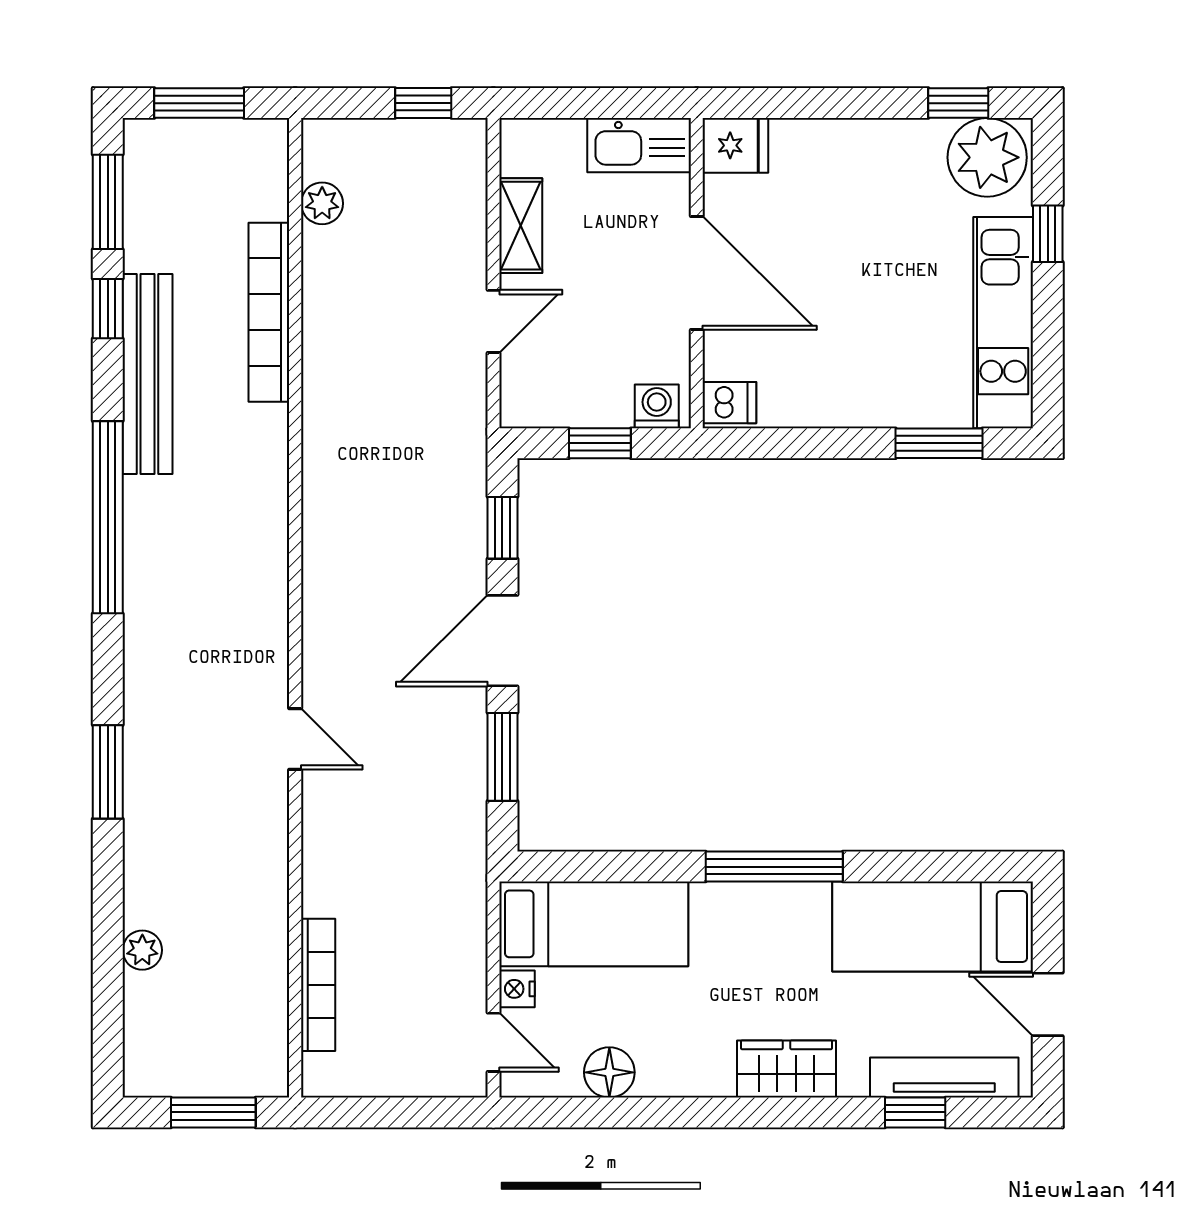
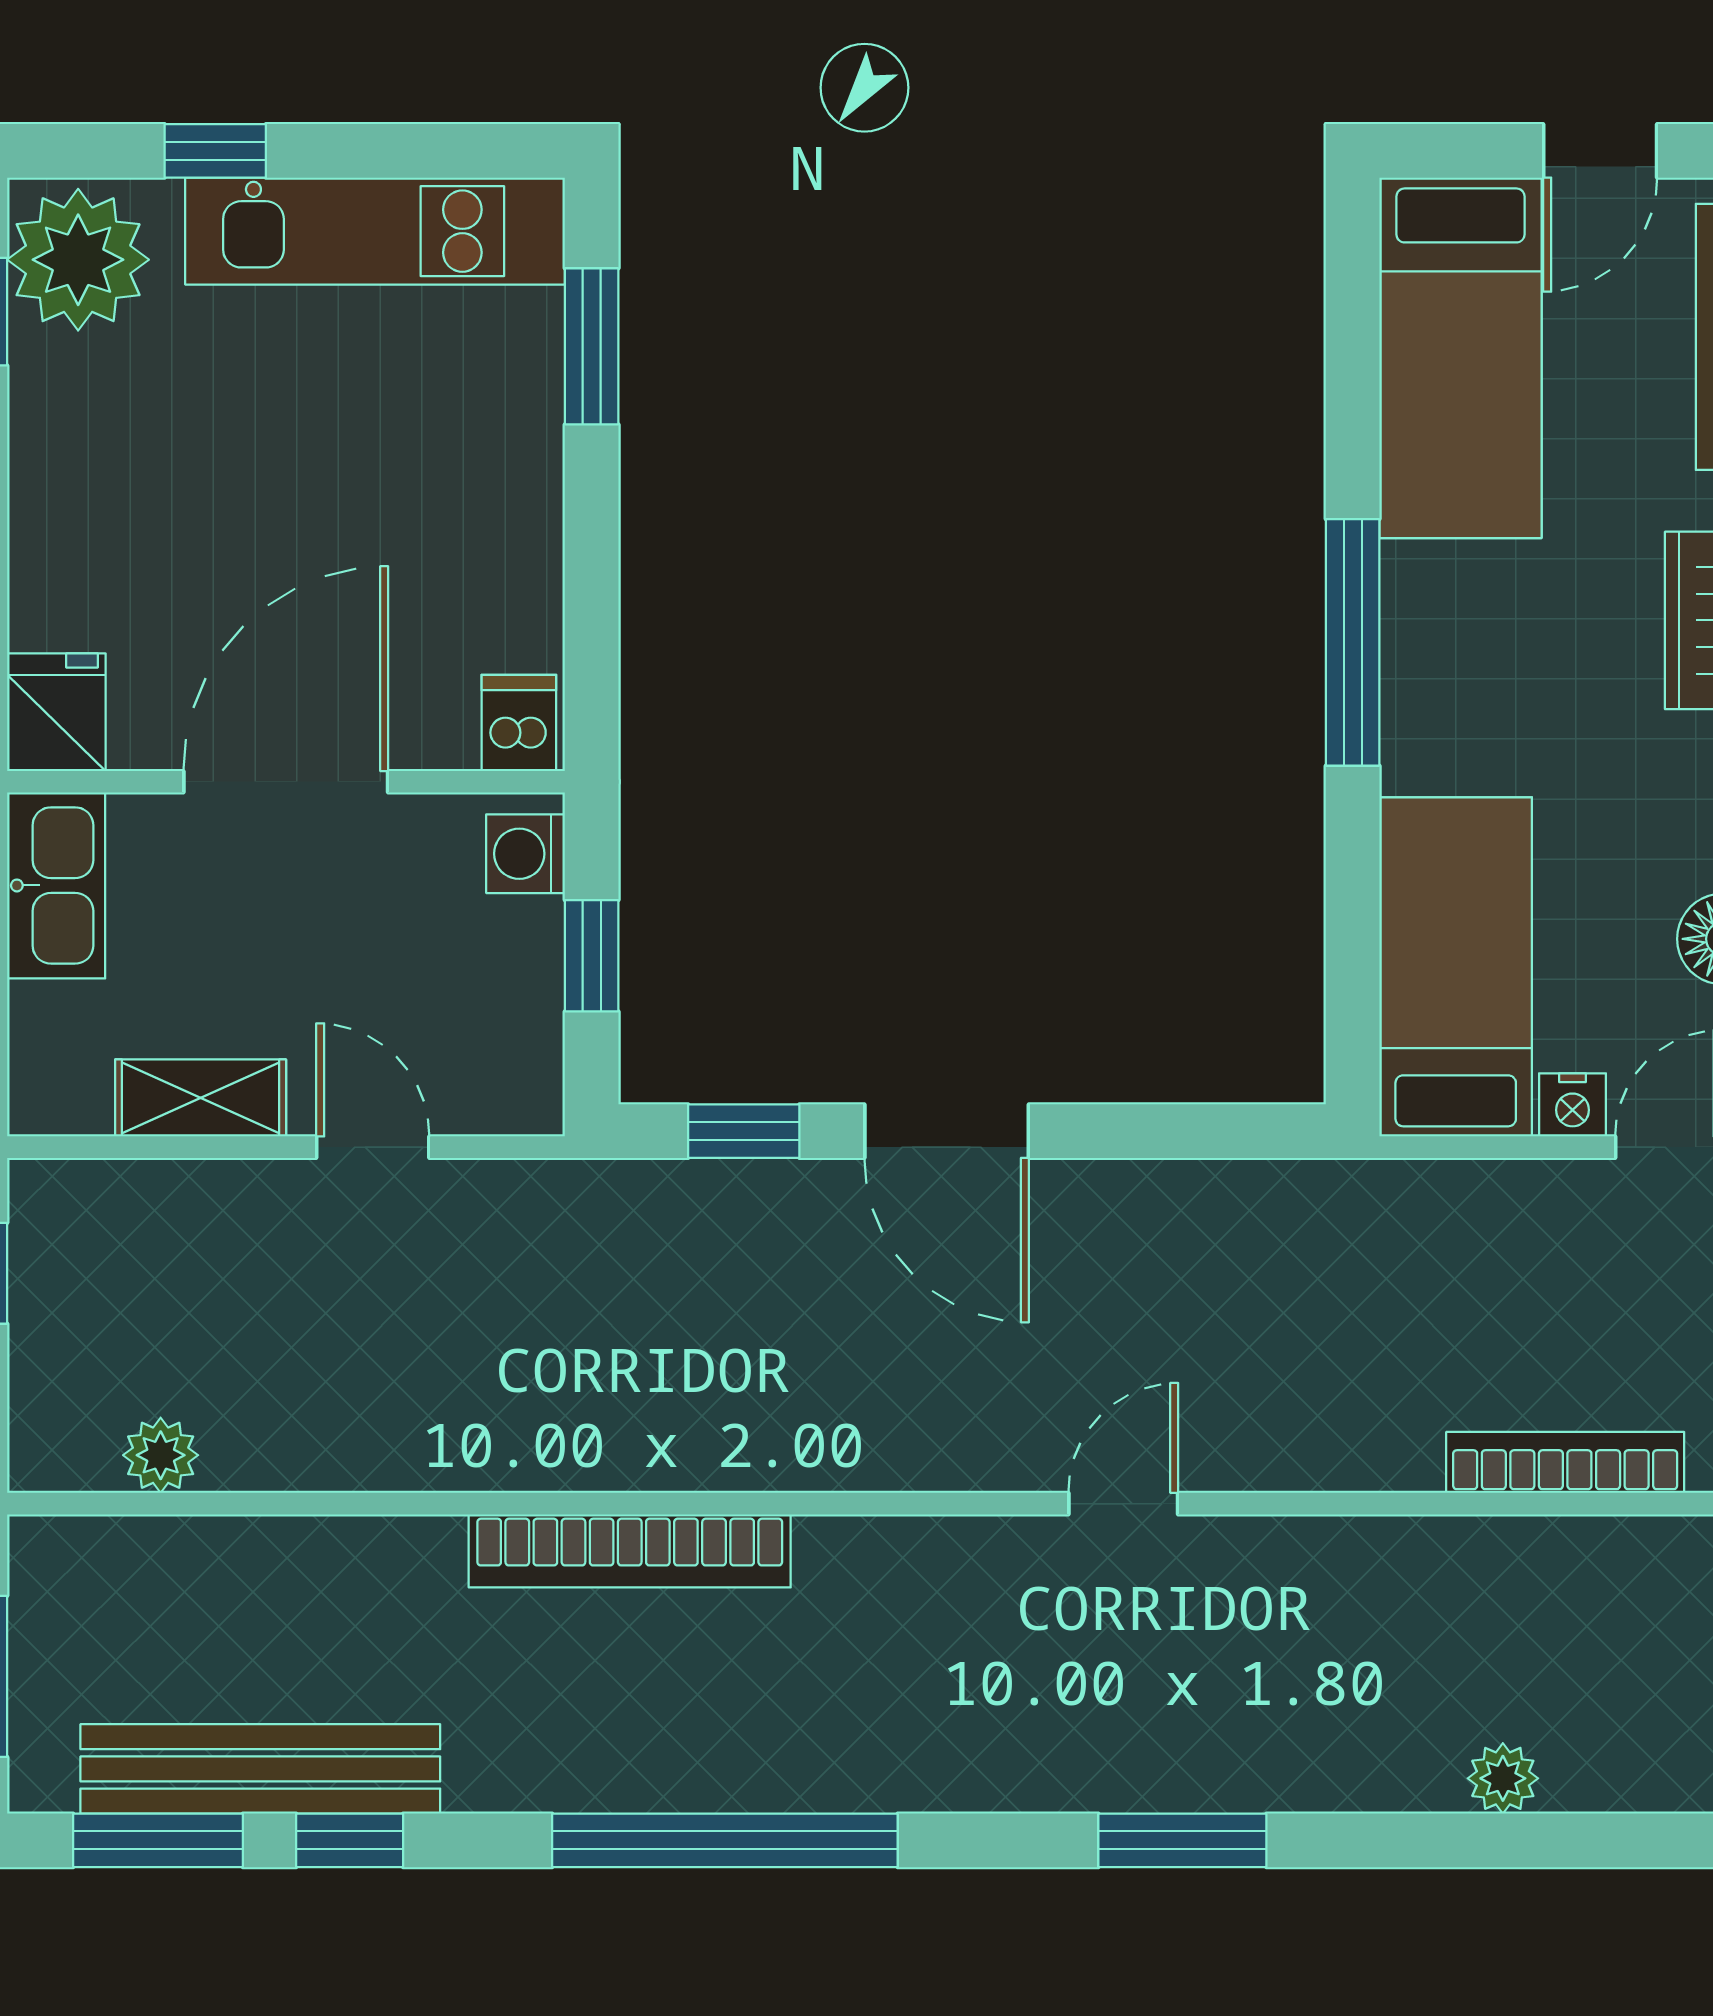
bookcase: (269, 312) -> (630, 1551), moved
bench: (148, 374) -> (260, 1769), moved
window: (502, 757) -> (1155, 1131), removed

